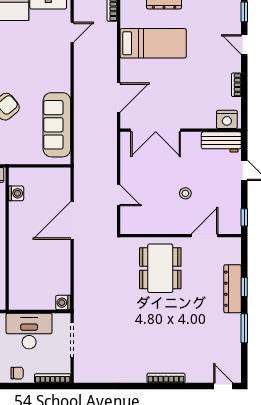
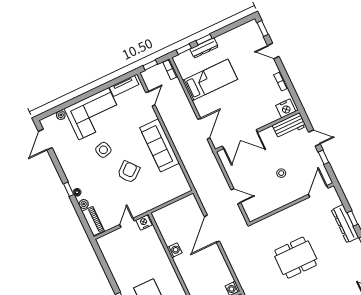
sofa: (57, 125) -> (160, 145), moved
washing machine: (16, 193) -> (175, 250), moved
window: (244, 217) -> (324, 157), moved
door: (204, 236) -> (318, 191), moved
dining table: (160, 268) -> (296, 258), moved, turned 90

